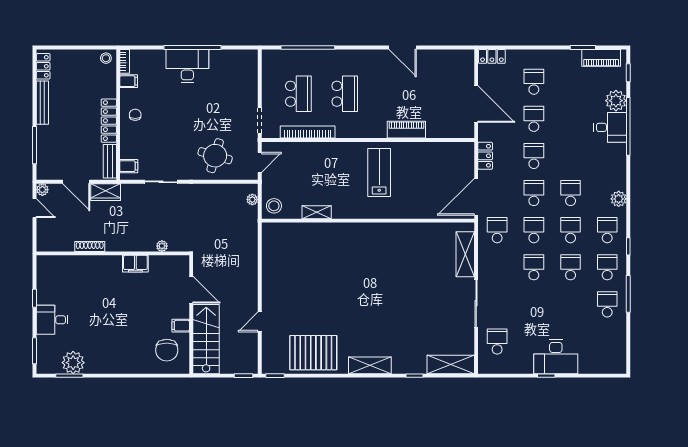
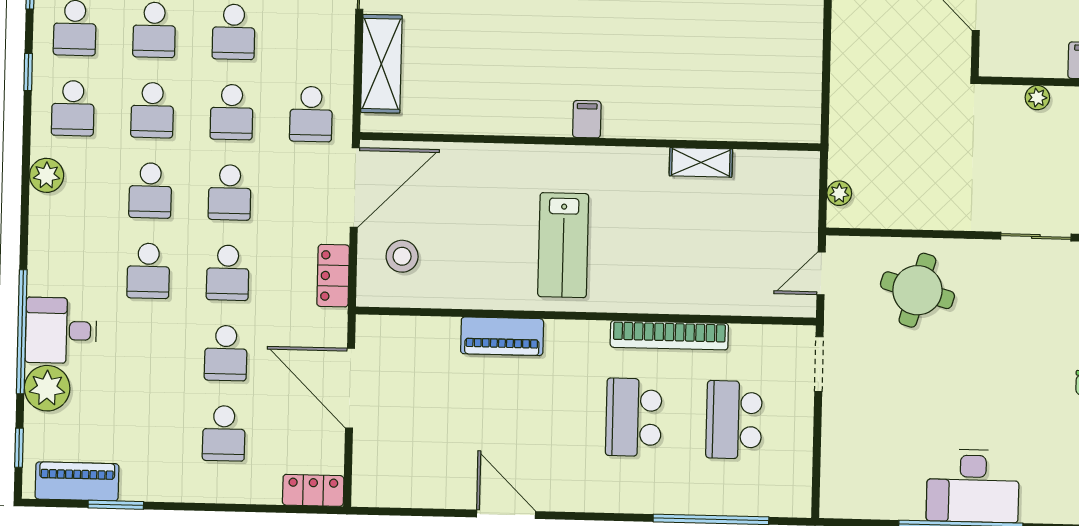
bookcase: (308, 132) -> (669, 335), moved
school desk: (571, 156) -> (148, 271), added
stool: (274, 206) -> (402, 256), moved
filing cabinet: (370, 231) -> (587, 119), added

